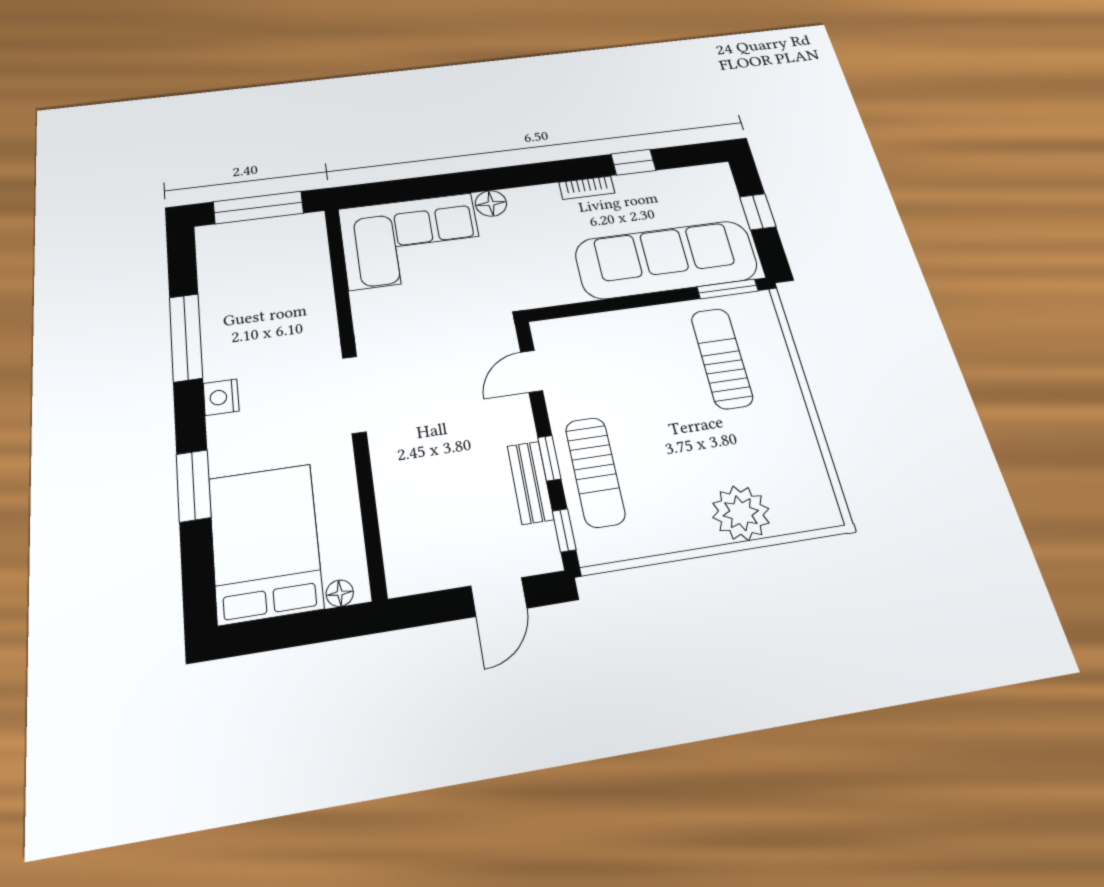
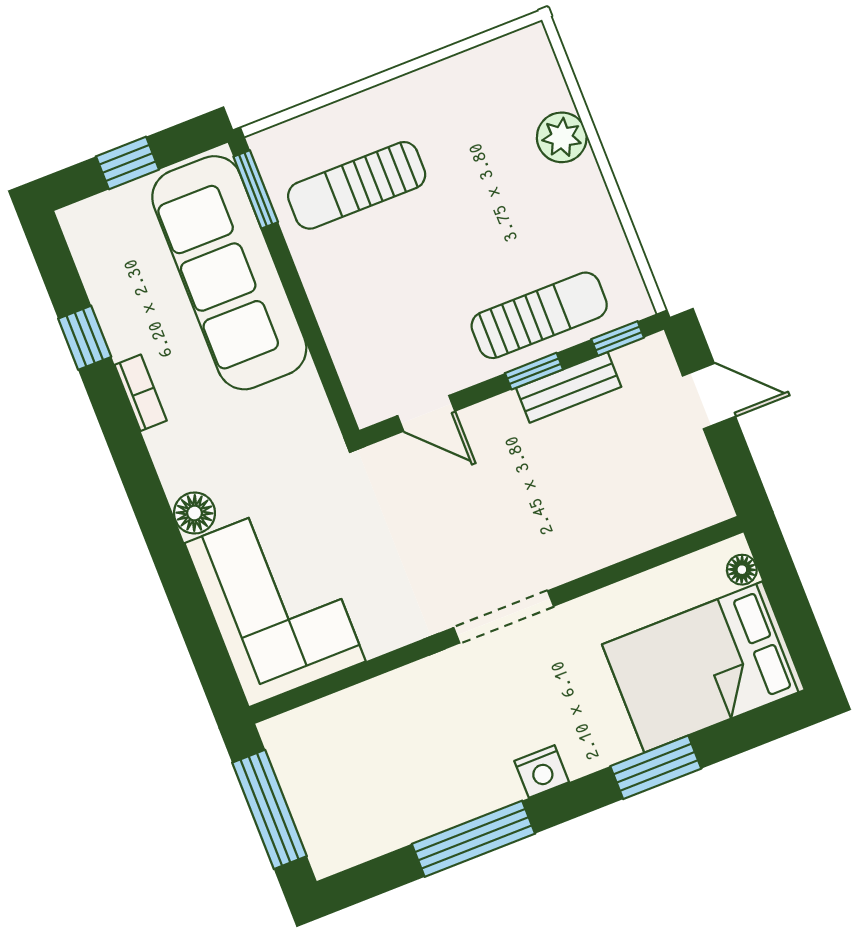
plant: (741, 513) -> (562, 137), width x0.73, depth x0.73

